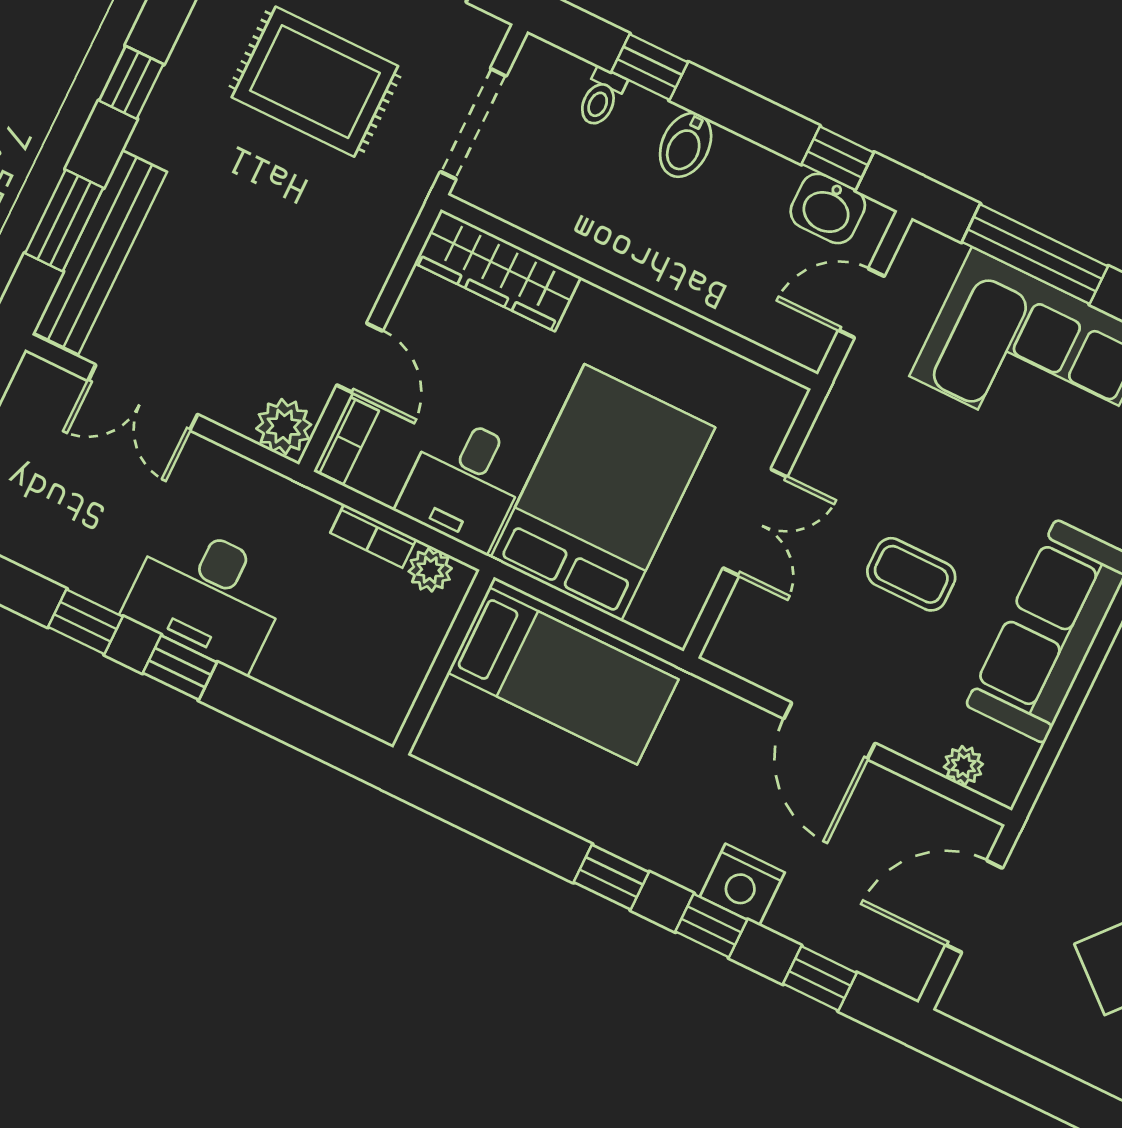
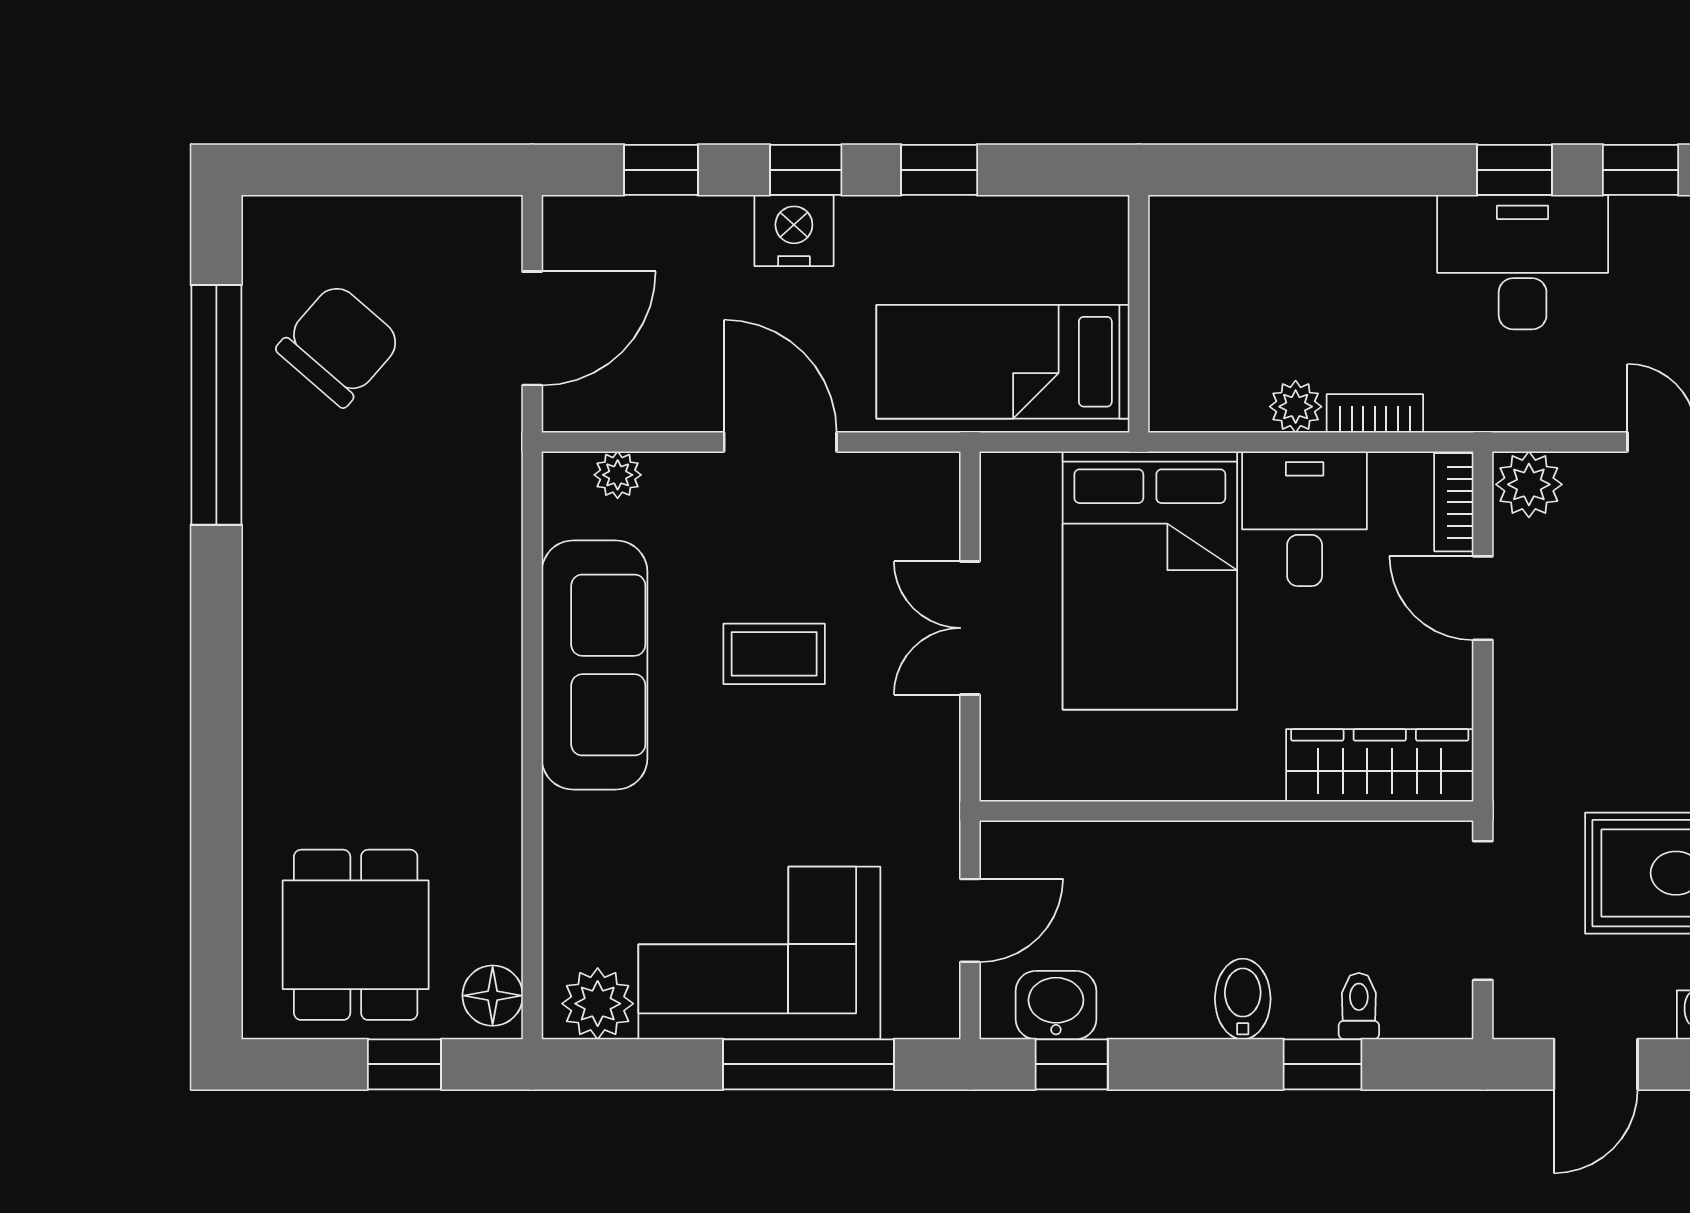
wall: (444, 662) -> (1139, 314), moved
bed: (563, 676) -> (1003, 362), moved

